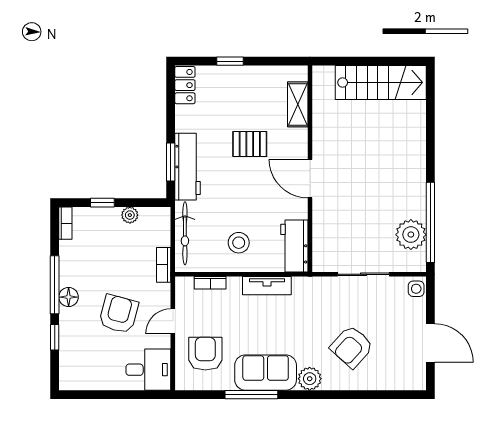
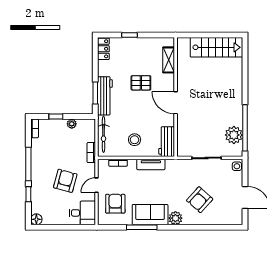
floor lamp: (69, 297) -> (36, 219), moved

